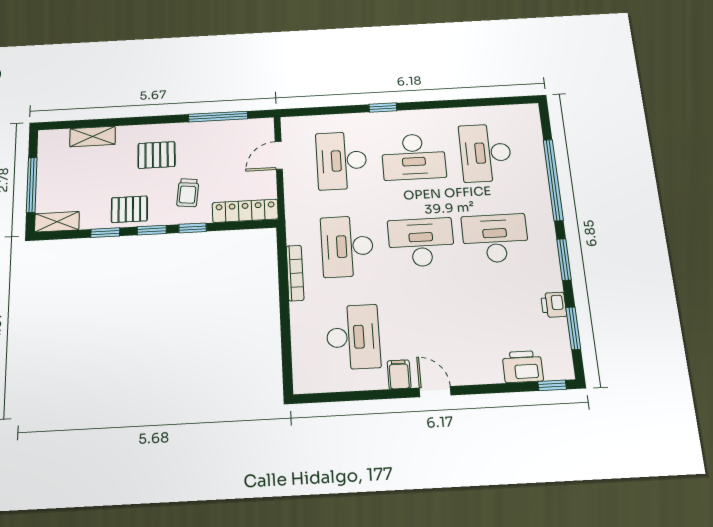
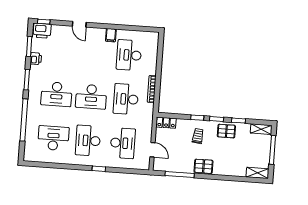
shelving: (93, 136) -> (257, 173), moved
desk: (485, 153) -> (53, 138), turned -90
pallet: (157, 155) -> (204, 166), moved
door: (279, 155) -> (152, 150), hinge flipped
desk: (413, 157) -> (88, 141), turned -90
locker: (245, 211) -> (166, 123), width x0.66
desk: (347, 246) -> (126, 99), turned 180
printer: (523, 367) -> (42, 31), moved
door: (435, 392) -> (79, 24), moved

